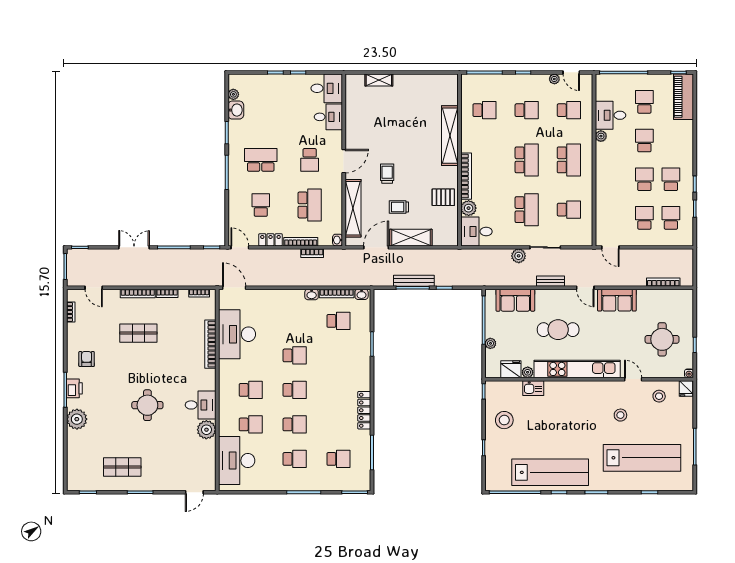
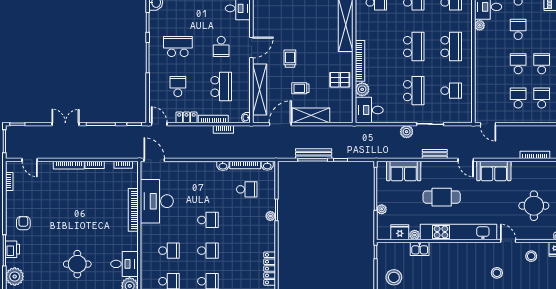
shop shelf: (138, 333) -> (69, 200), removed
plant: (365, 351) -> (270, 216), added

